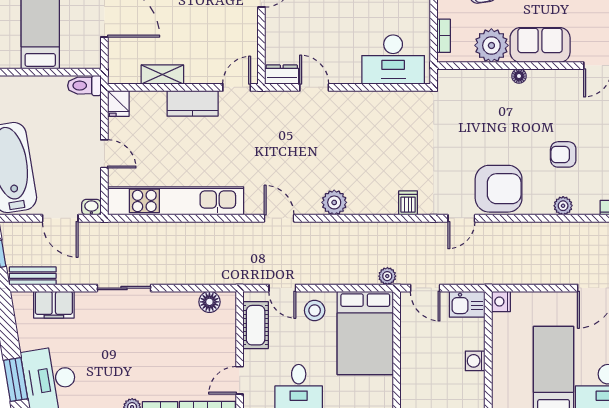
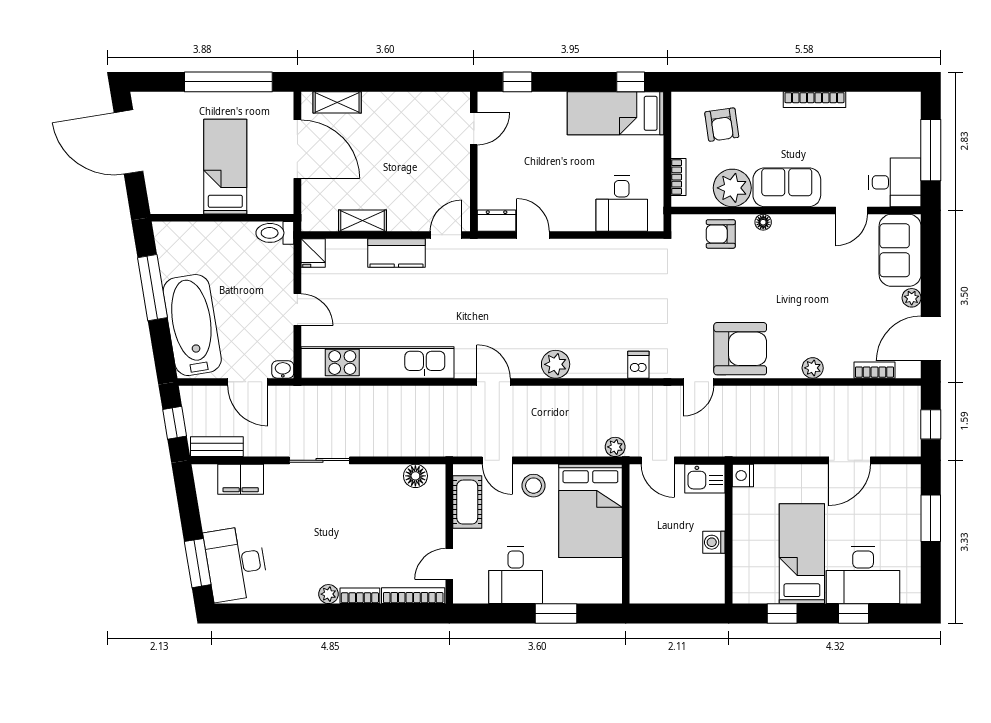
desk: (393, 60) -> (622, 204), width x0.73
armchair: (563, 154) -> (721, 234), moved

